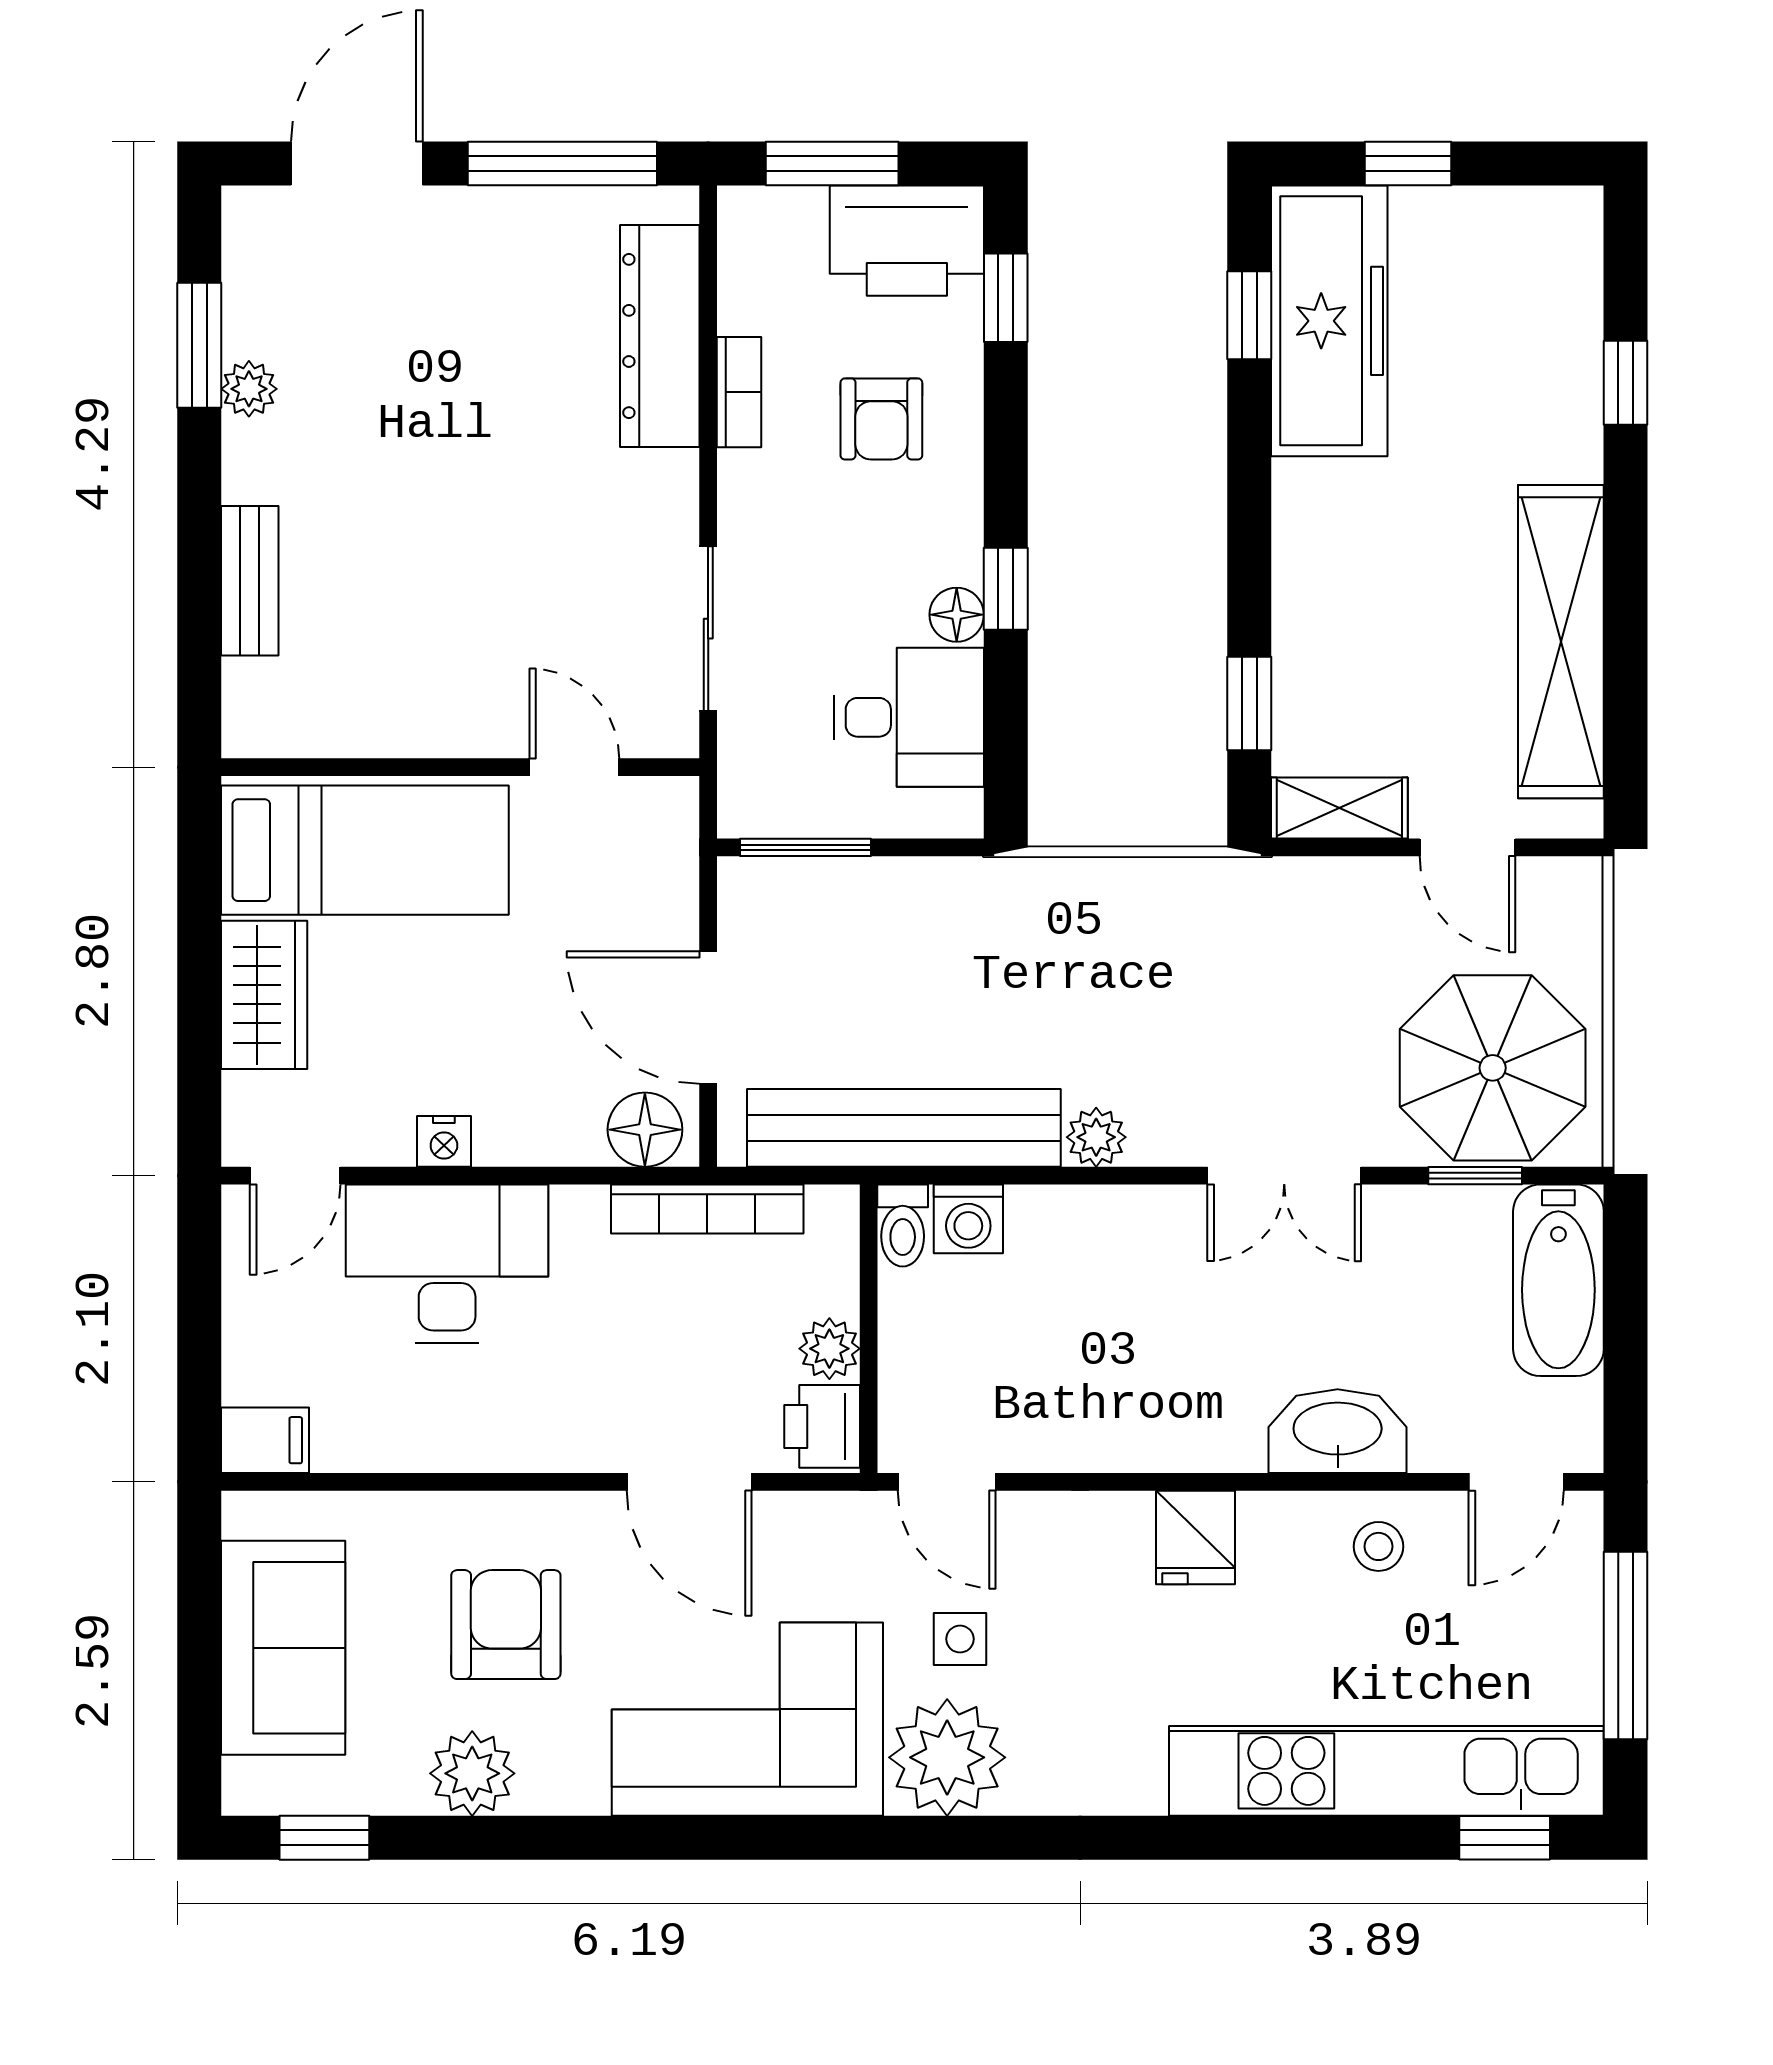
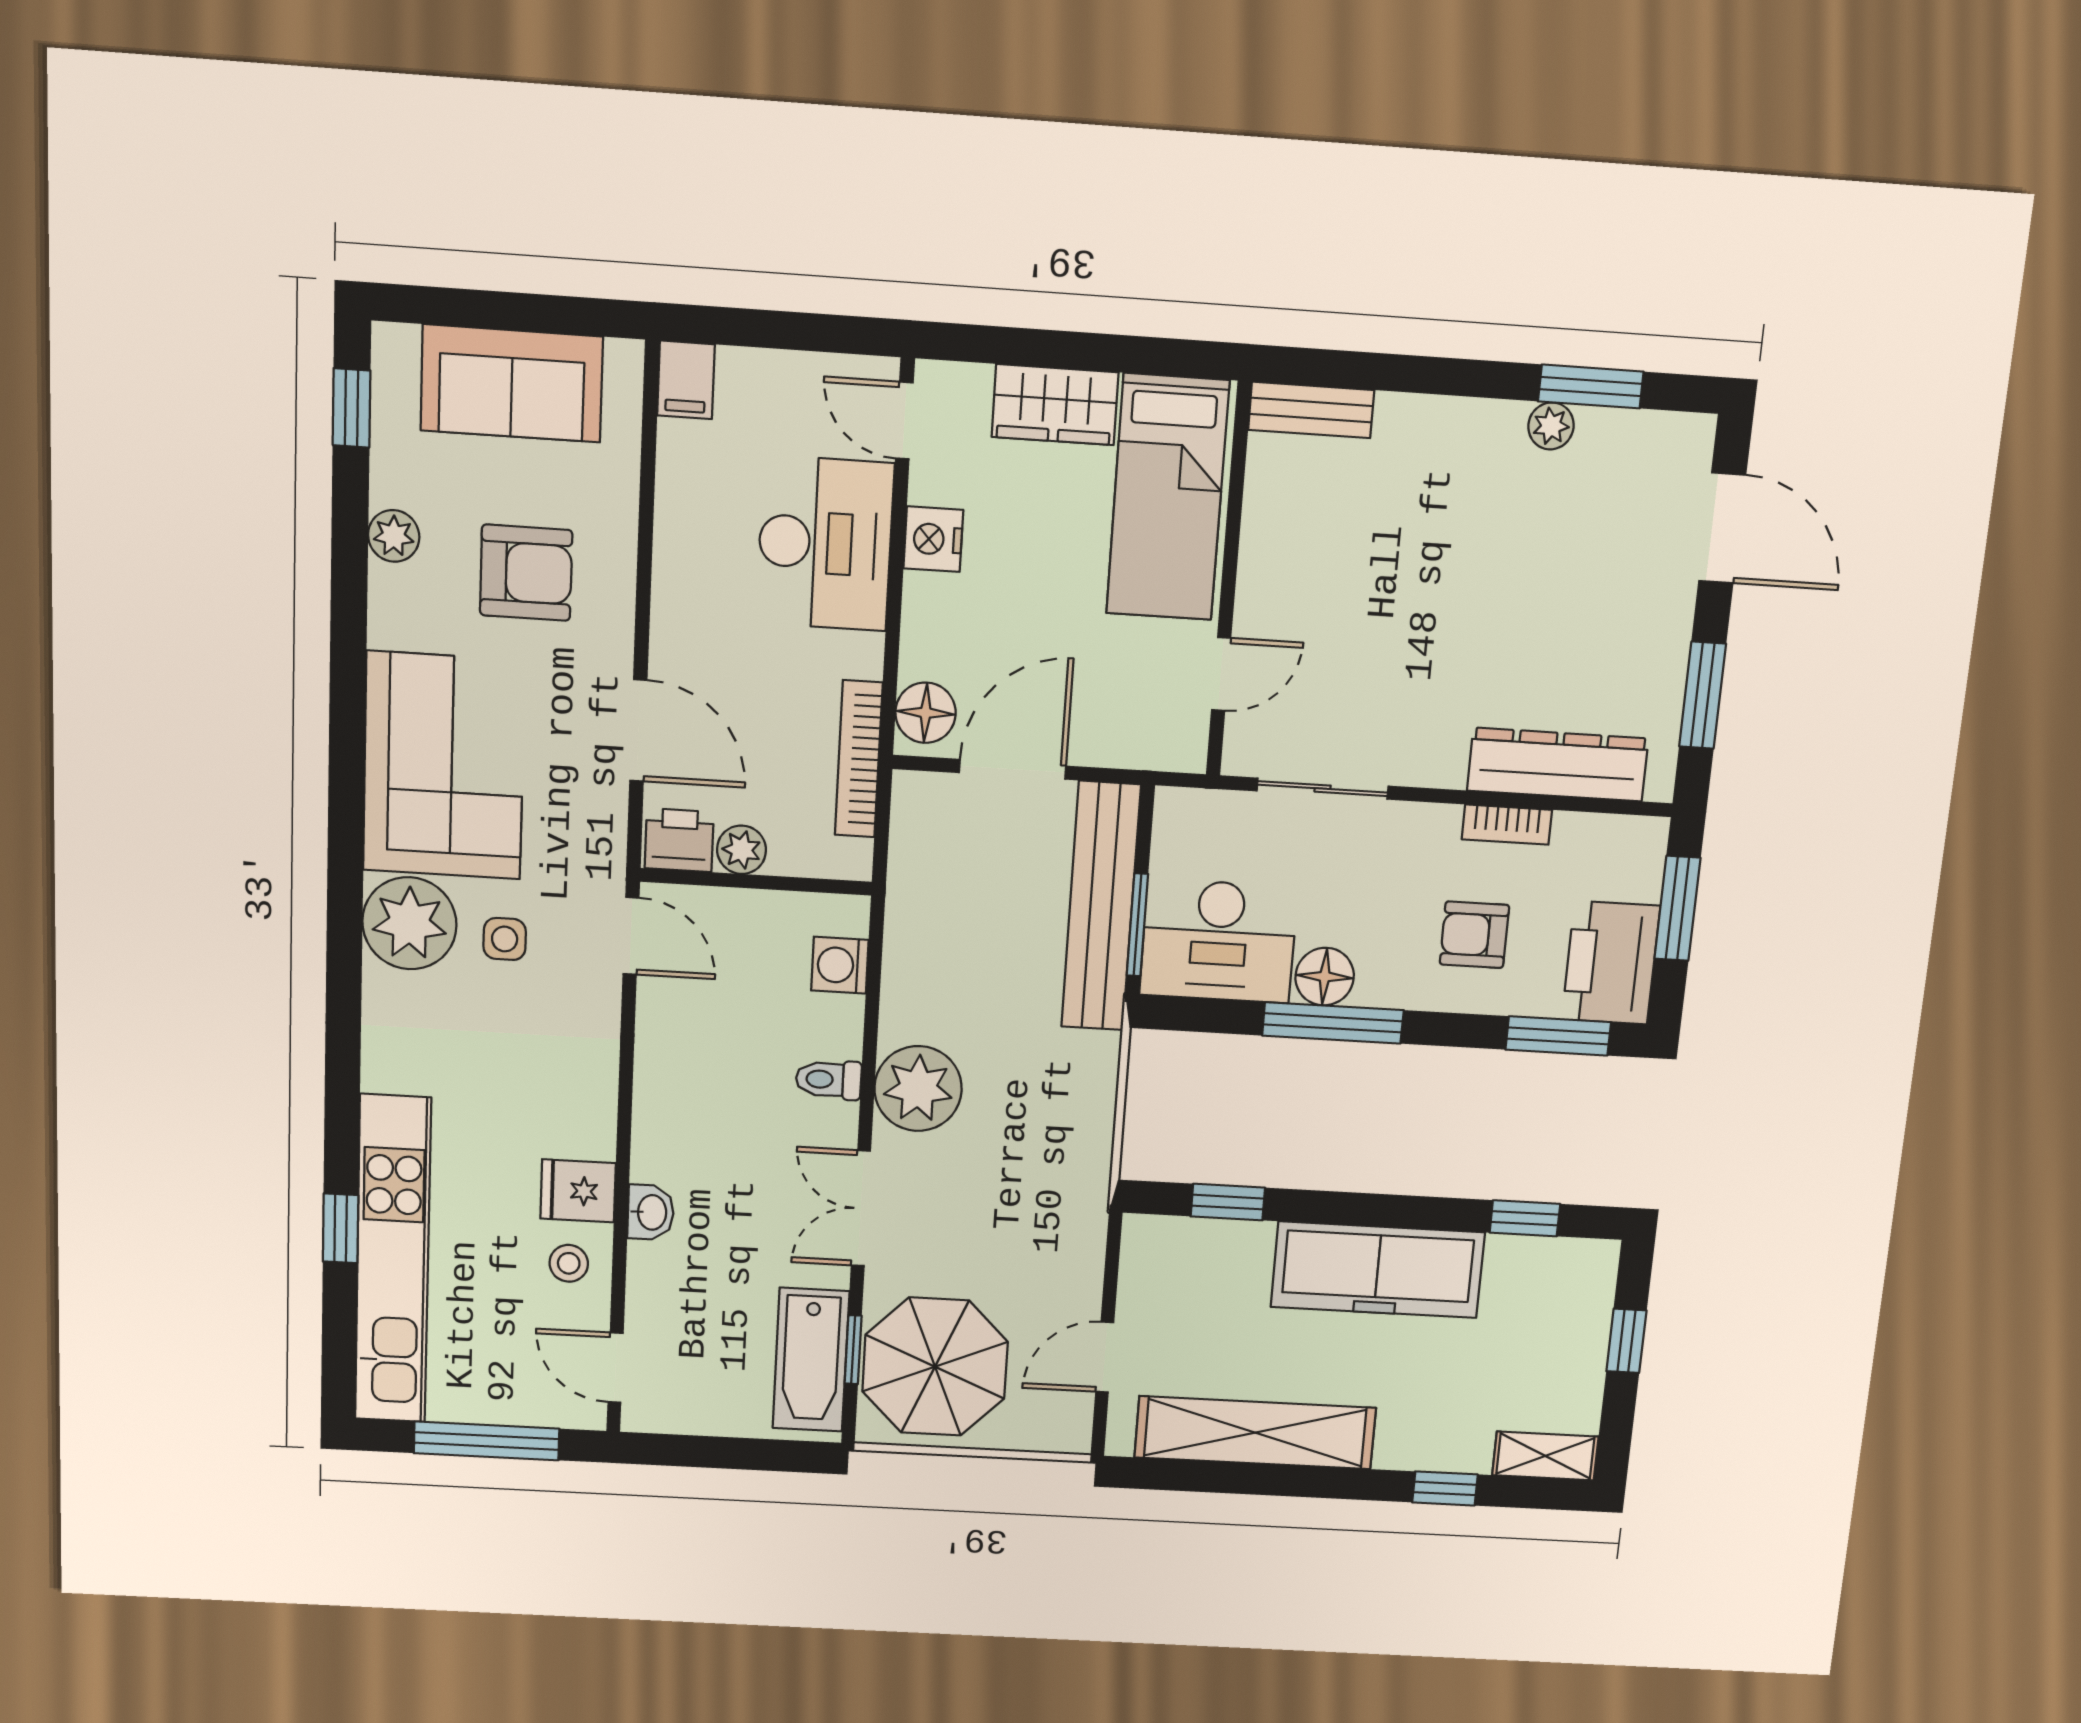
window: (562, 163) -> (1703, 695), width x0.69
window: (1006, 298) -> (1558, 1036), width x1.50
freezer: (1329, 321) -> (1378, 1270), moved
bench: (250, 581) -> (1311, 410), moved
window: (1006, 589) -> (1333, 1023), width x2.17
floor lamp: (957, 615) -> (1325, 977), width x1.37, depth x1.37
desk: (909, 717) -> (1219, 941), width x1.37
shelving: (1339, 808) -> (1545, 1456), moved, turned 90
window: (805, 847) -> (1137, 925), moved
bench: (904, 1128) -> (1101, 906), moved
plant: (1096, 1137) -> (918, 1089), width x1.87, depth x1.87
nightstand: (444, 1141) -> (933, 539), width x1.39, depth x1.35
toilet: (903, 1226) -> (829, 1080), moved
bathtub: (1558, 1280) -> (811, 1360), moved, turned -90
washbasin: (1338, 1431) -> (651, 1212), width x0.52, depth x0.69
door: (689, 1482) -> (638, 731), swing flipped
door: (947, 1482) -> (631, 936), swing flipped
fridge: (1195, 1537) -> (578, 1191), moved
plant: (472, 1773) -> (394, 536), width x0.73, depth x0.73
window: (1505, 1838) -> (341, 1228), moved

